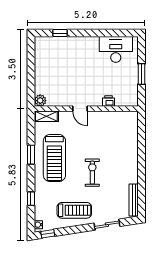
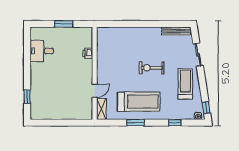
desk: (116, 49) -> (42, 51), width x0.73
plant: (40, 101) -> (87, 114), removed
door: (80, 109) -> (95, 91), moved

